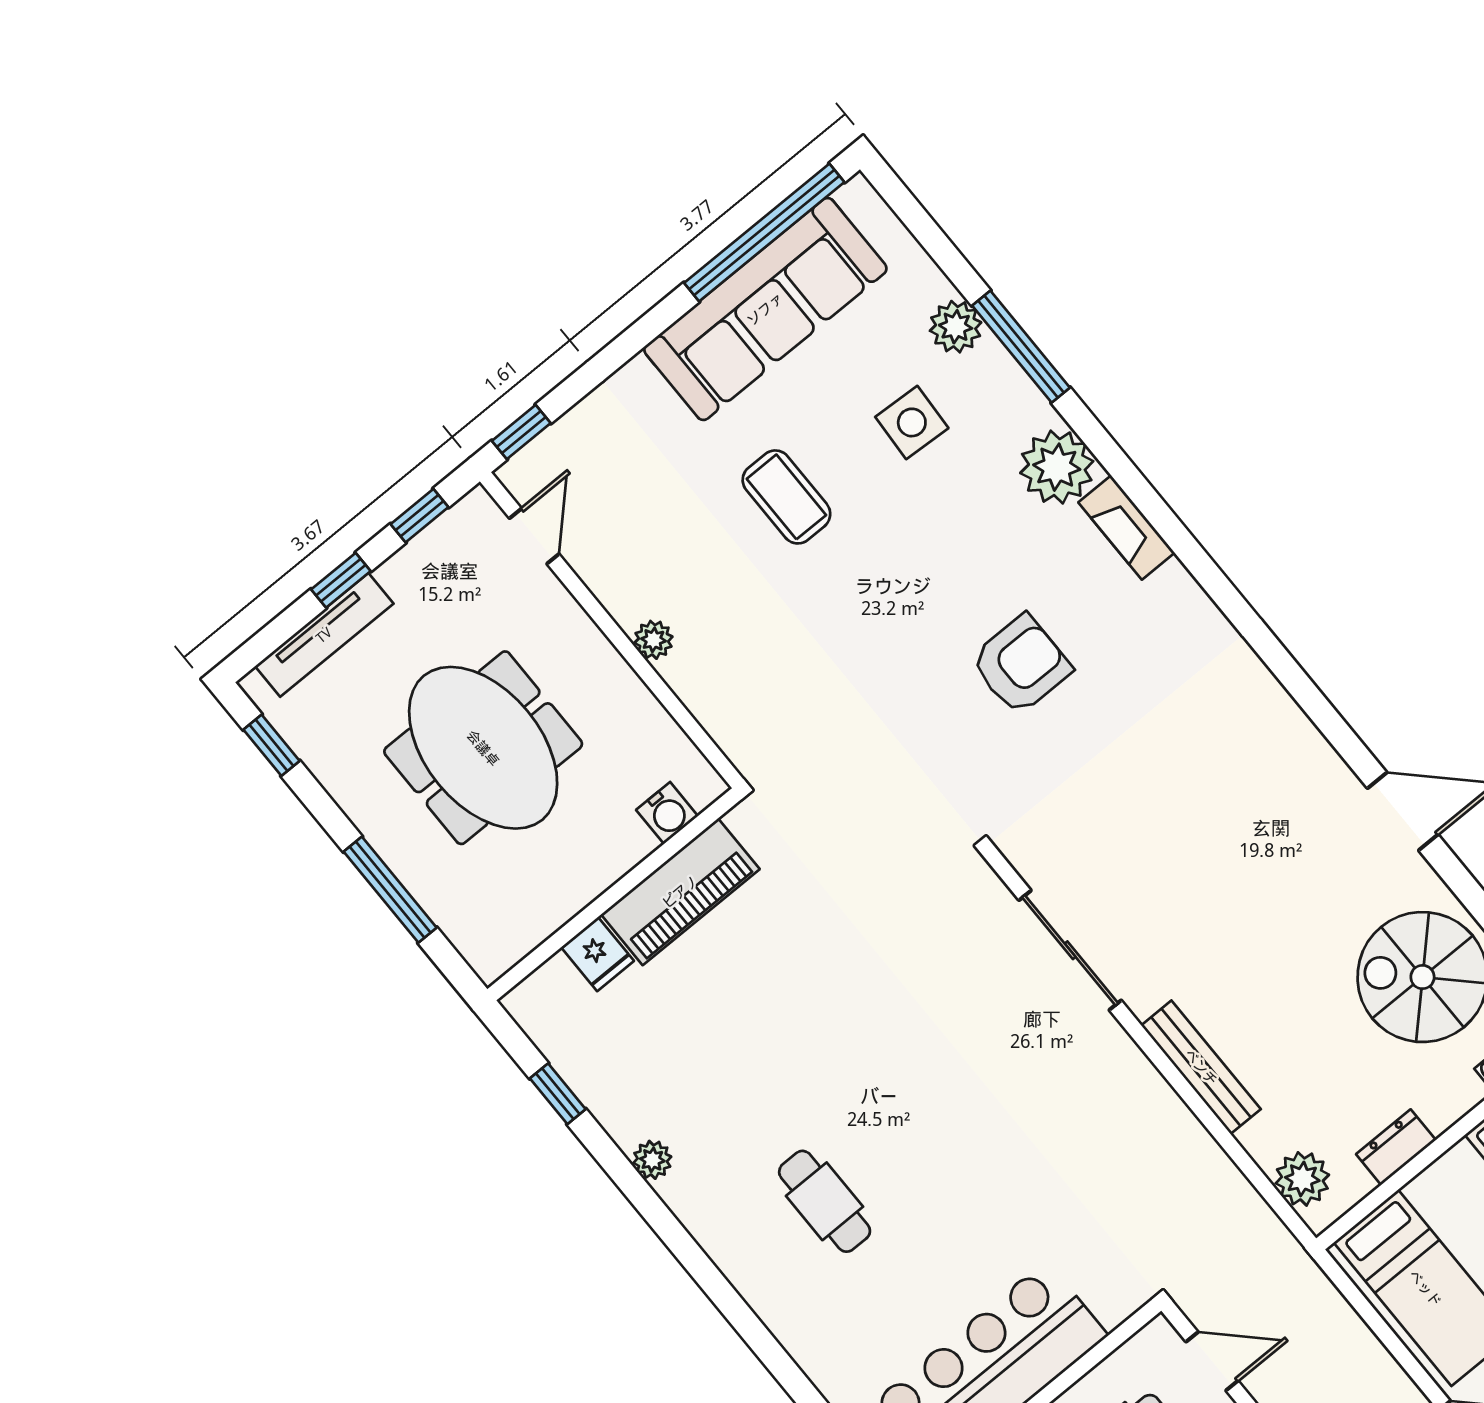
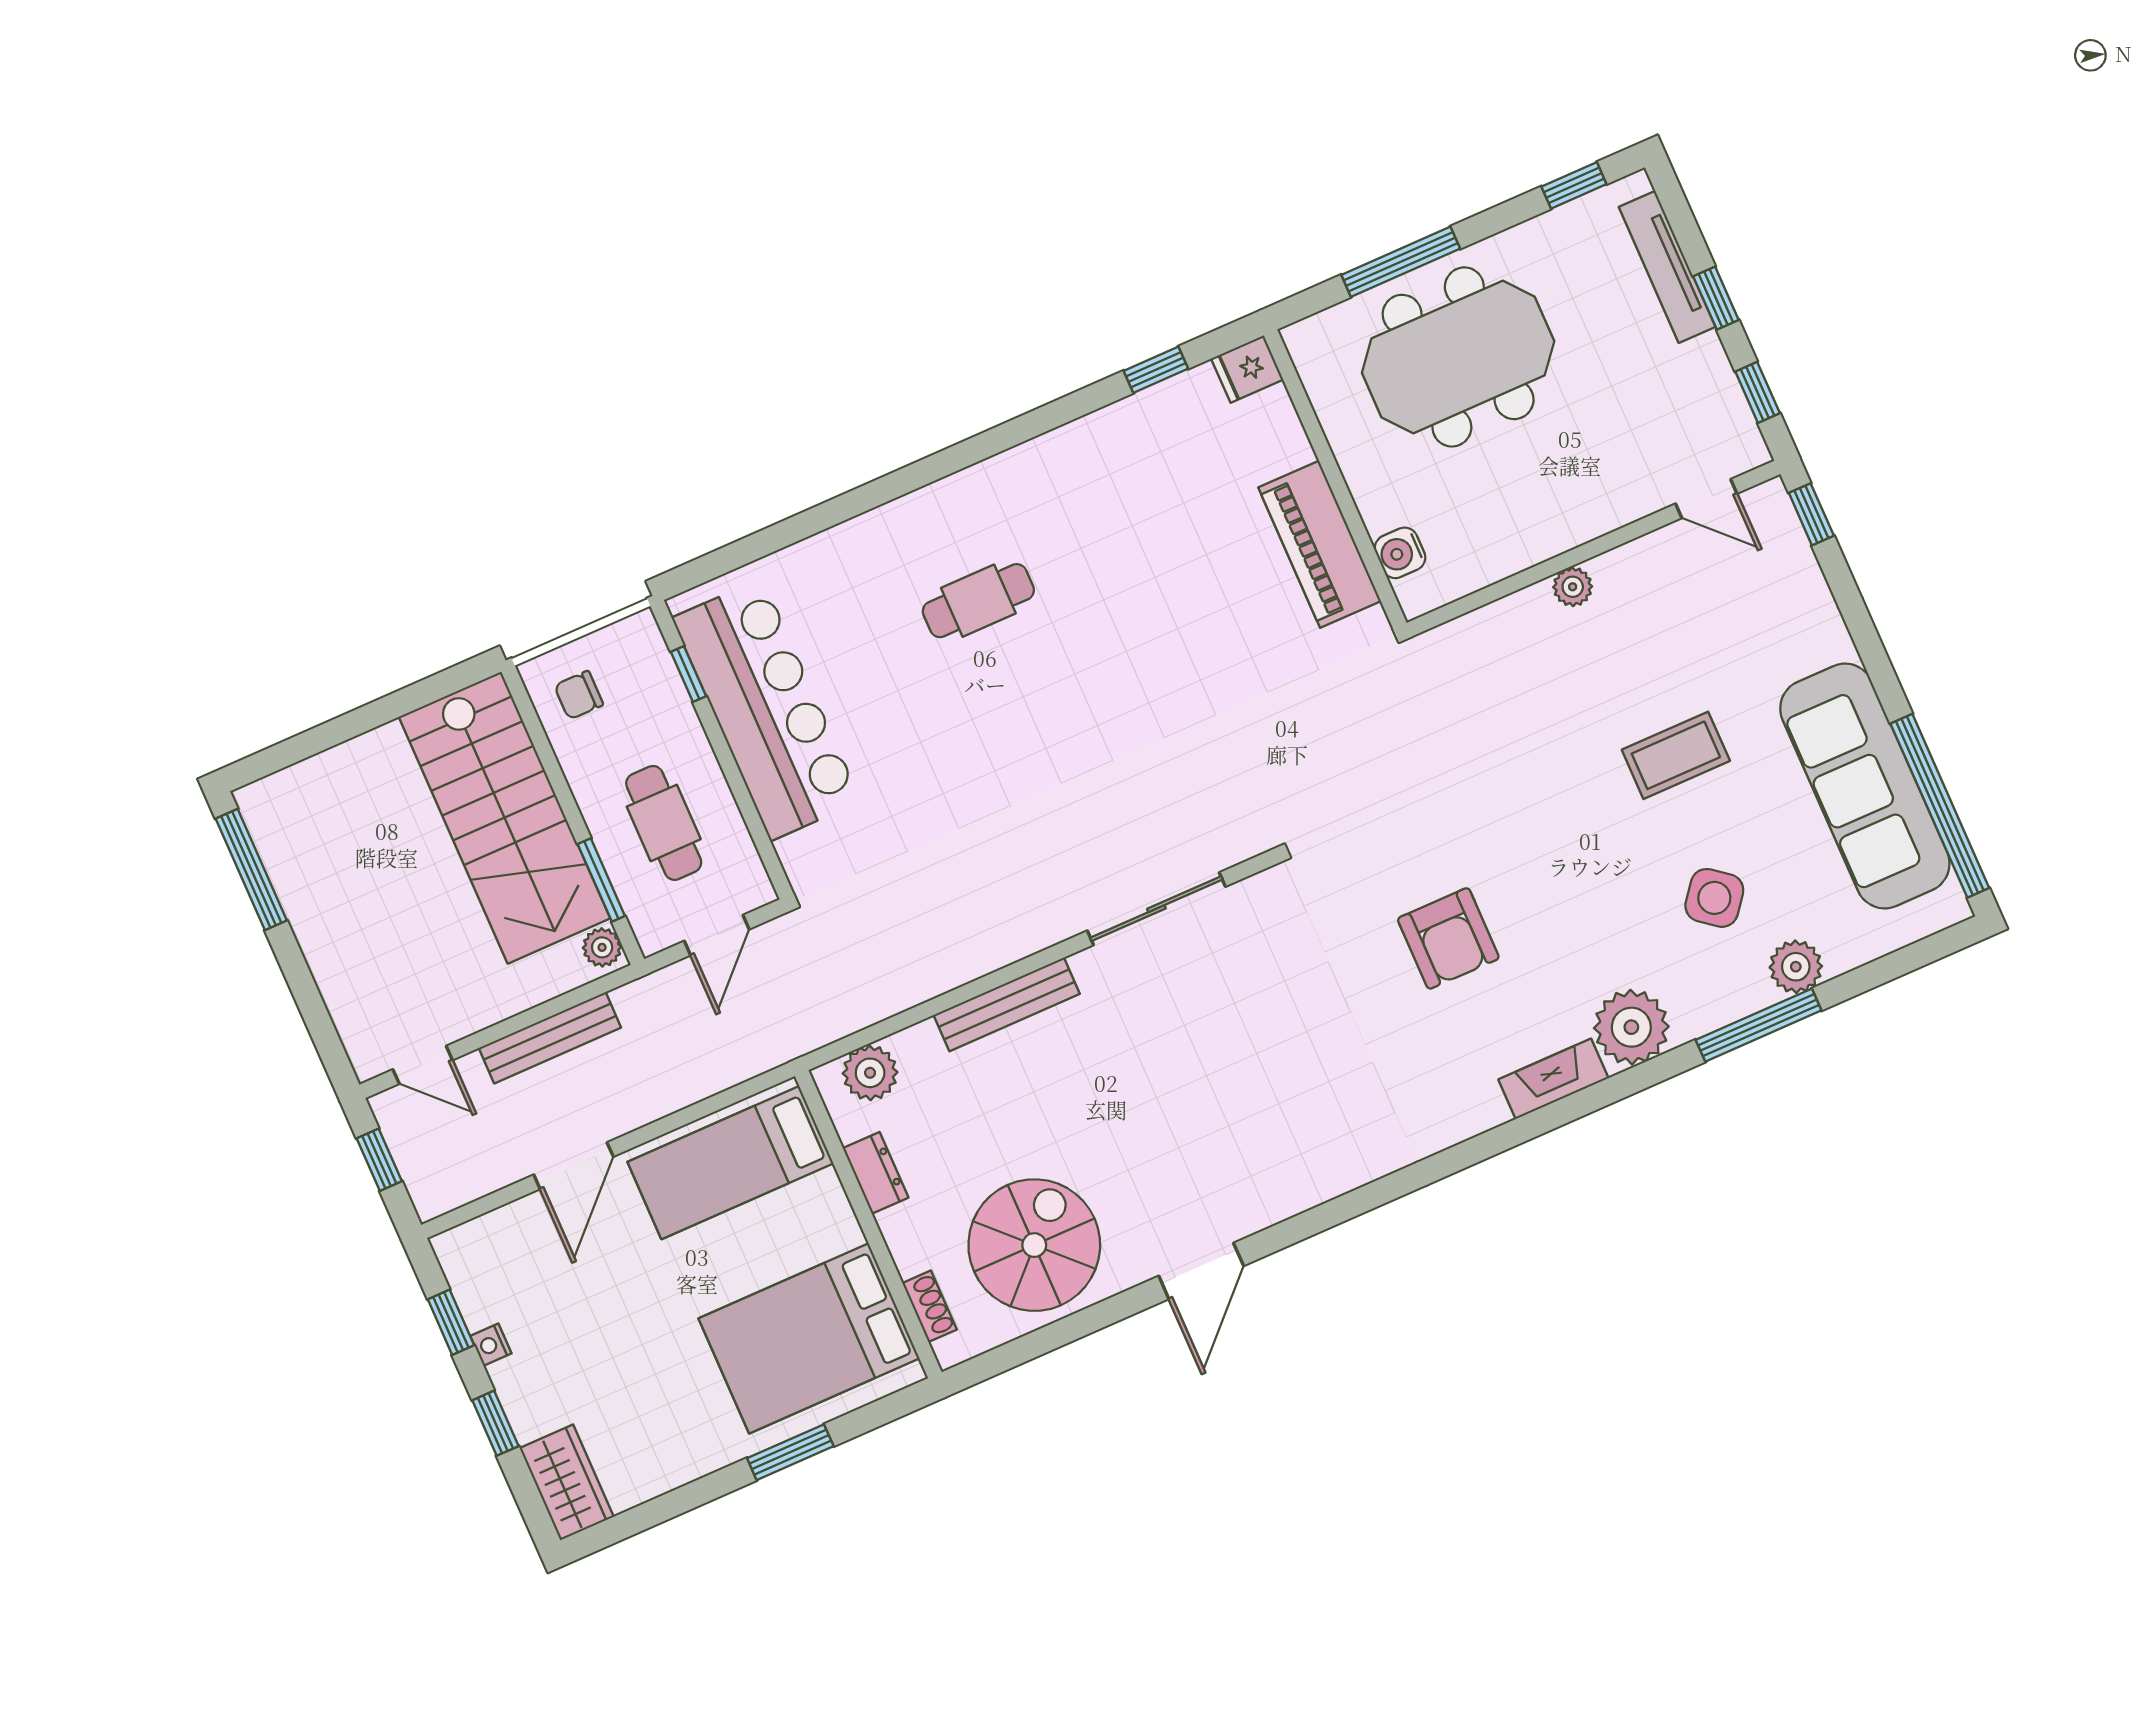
side table: (912, 422) -> (1714, 898), turned 35
meeting table: (483, 748) -> (1458, 357), moved
fridge: (597, 954) -> (1247, 369), moved
plant: (652, 1160) -> (1066, 444), removed

